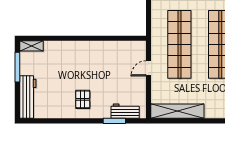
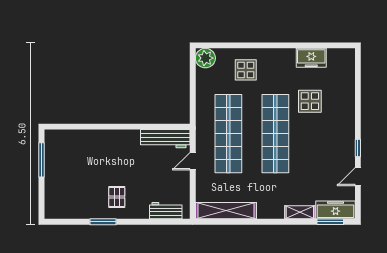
shelving: (31, 46) -> (58, 135), removed
workbench: (28, 97) -> (165, 139), moved, turned 90
window: (114, 121) -> (103, 222), moved

